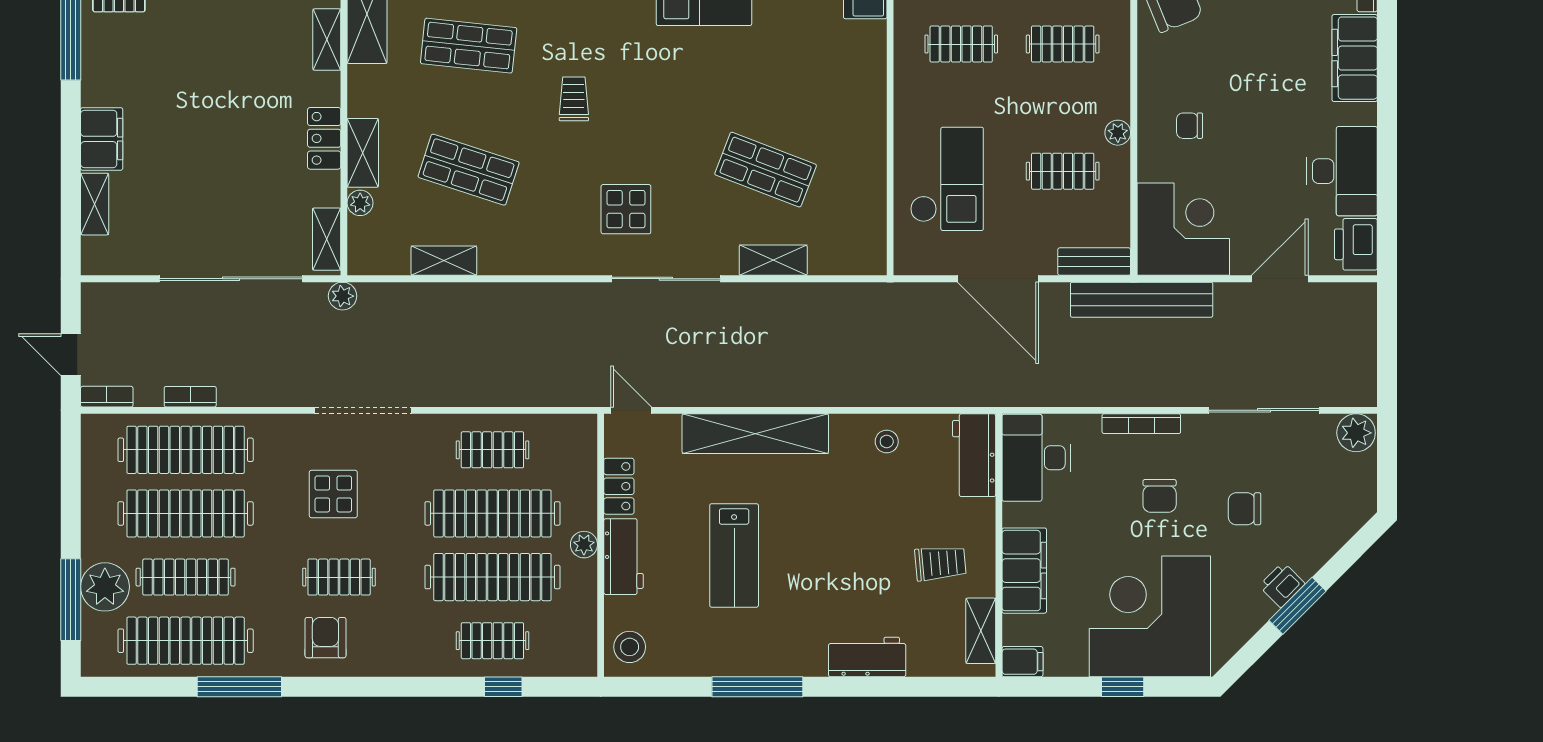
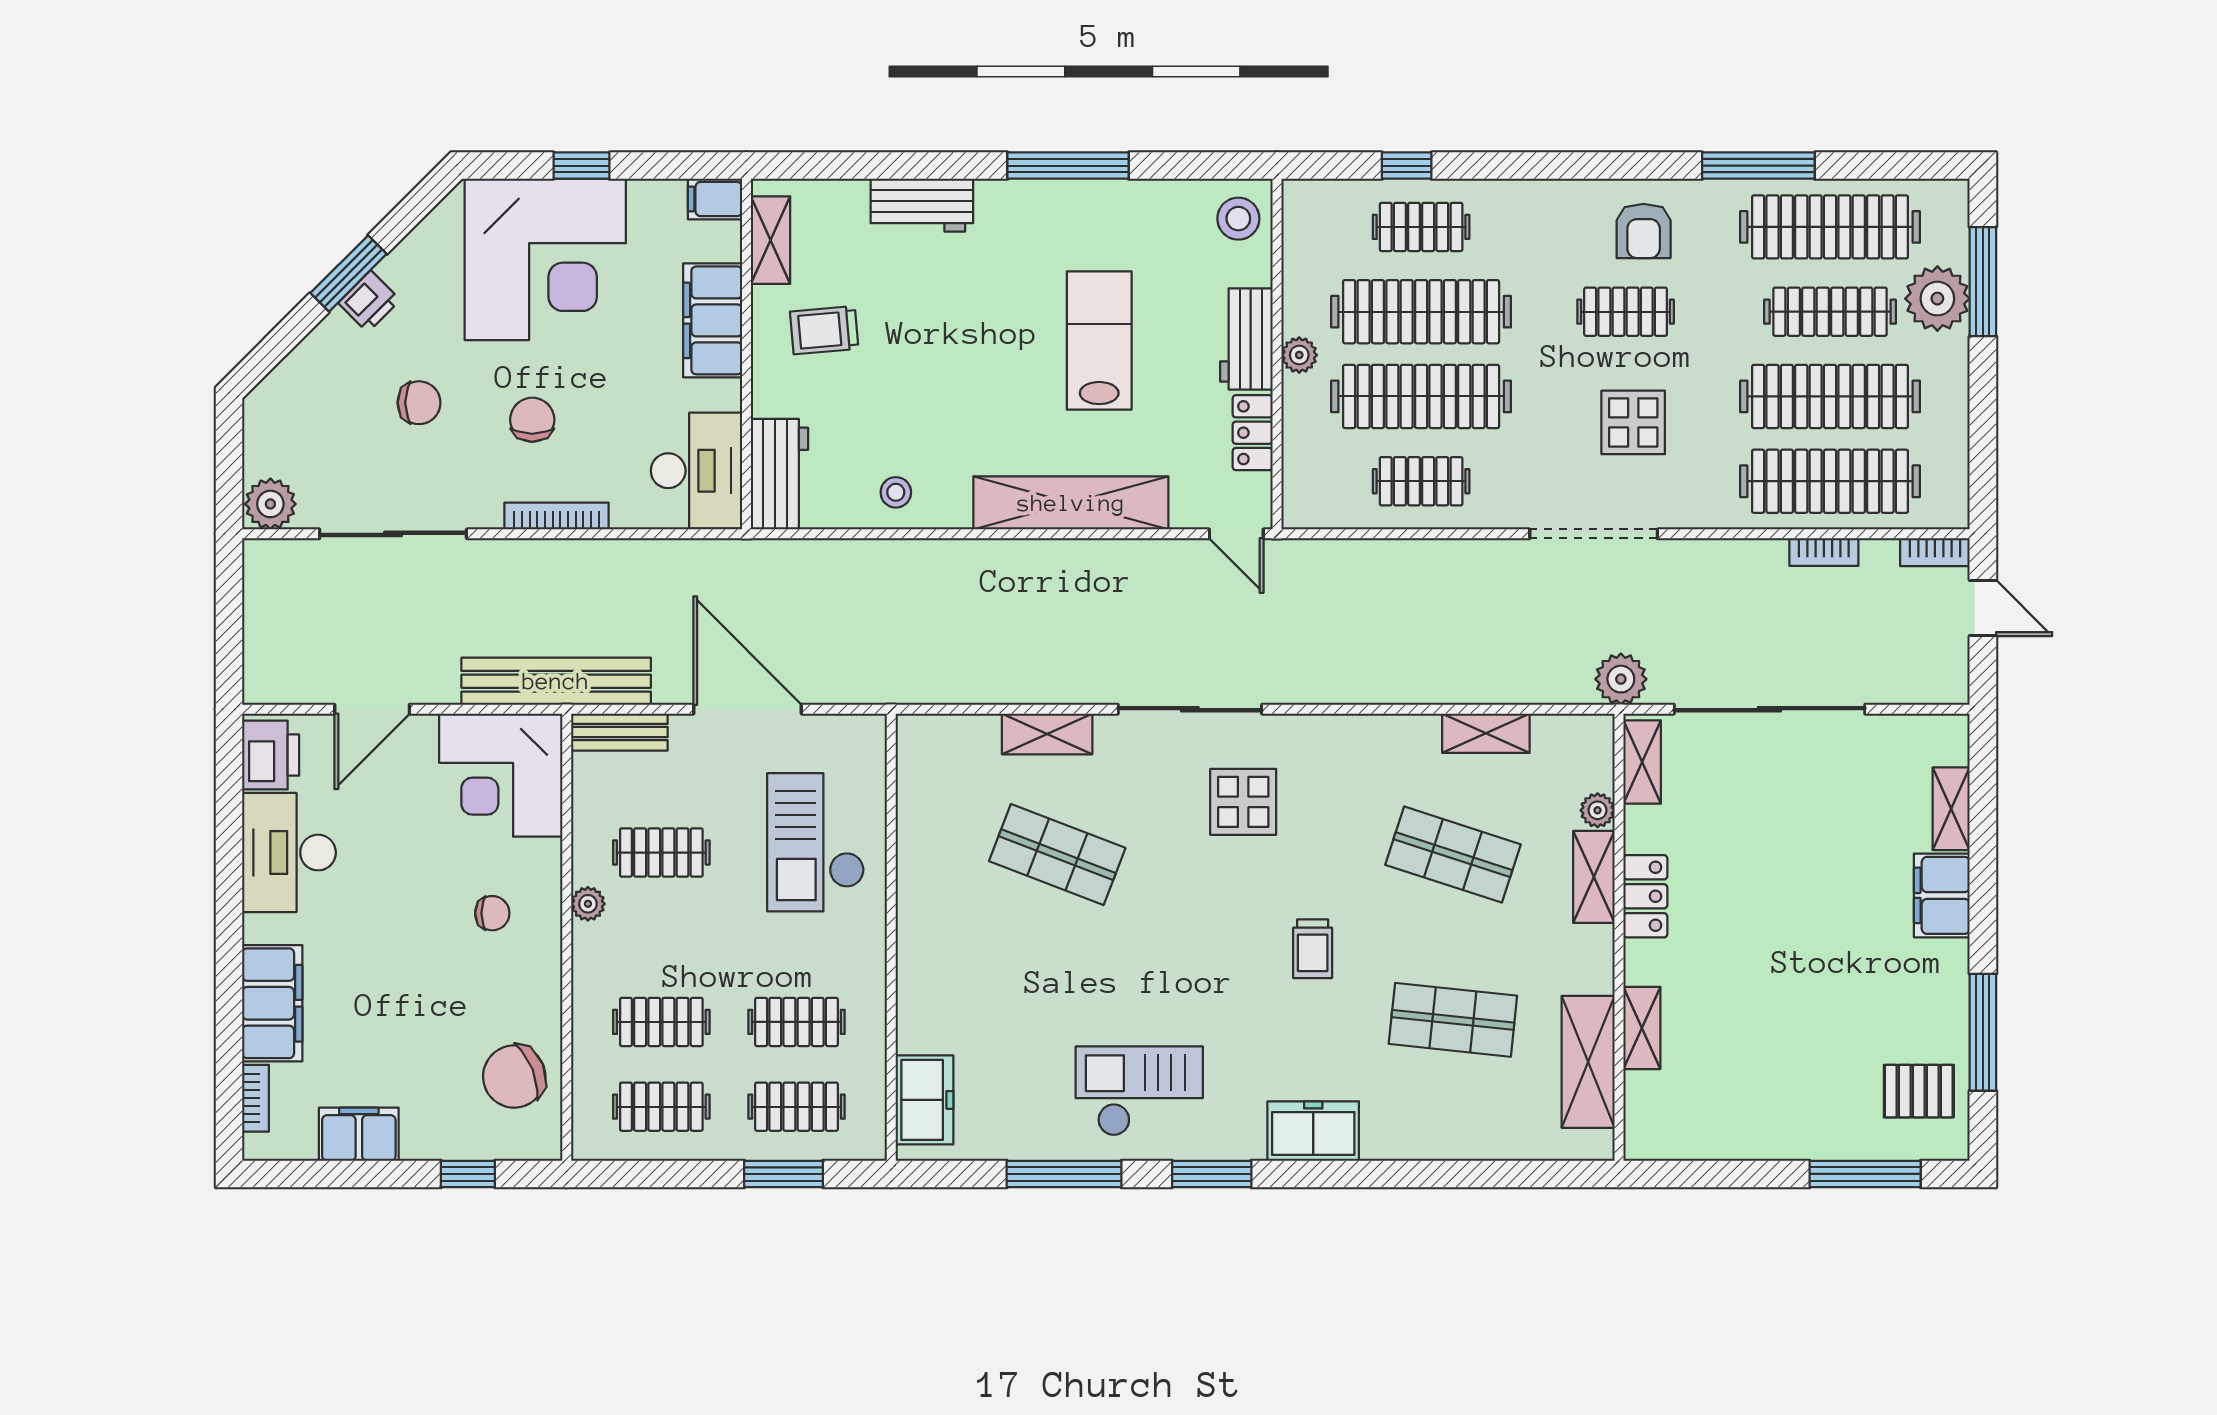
plant: (343, 296) -> (1621, 679), width x1.38, depth x1.38

